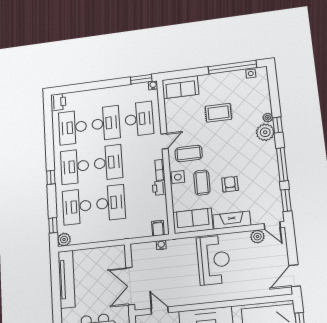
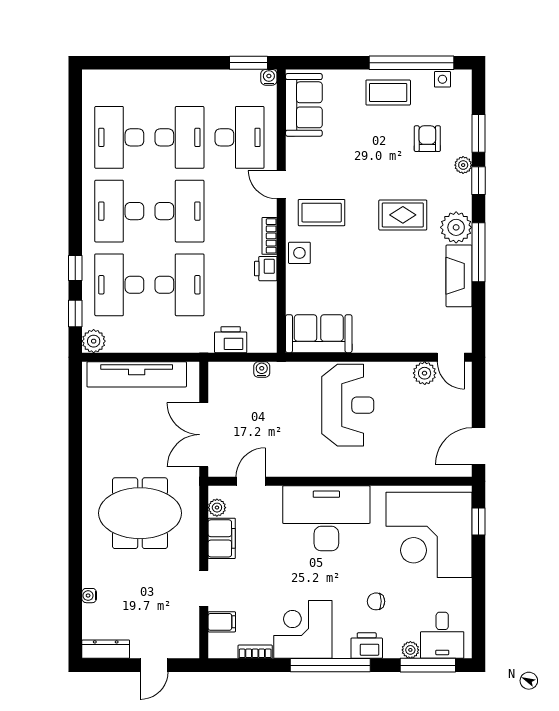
sofa: (180, 87) -> (304, 105), moved, turned -90
printer: (58, 102) -> (231, 340), moved, turned -90
rug: (218, 113) -> (403, 215), moved
plant: (265, 132) -> (456, 227), moved
door: (164, 141) -> (281, 185), swing flipped
window: (51, 177) -> (75, 268), moved
coffee table: (202, 183) -> (388, 92), moved, turned 90
armchair: (230, 184) -> (427, 139), moved
window: (286, 200) -> (478, 133), moved
fireplace: (232, 220) -> (459, 276), moved, turned -90
filing cabinet: (158, 228) -> (258, 340), removed
tv unit: (67, 279) -> (137, 374), moved, turned 90
door: (160, 311) -> (251, 481), hinge flipped

